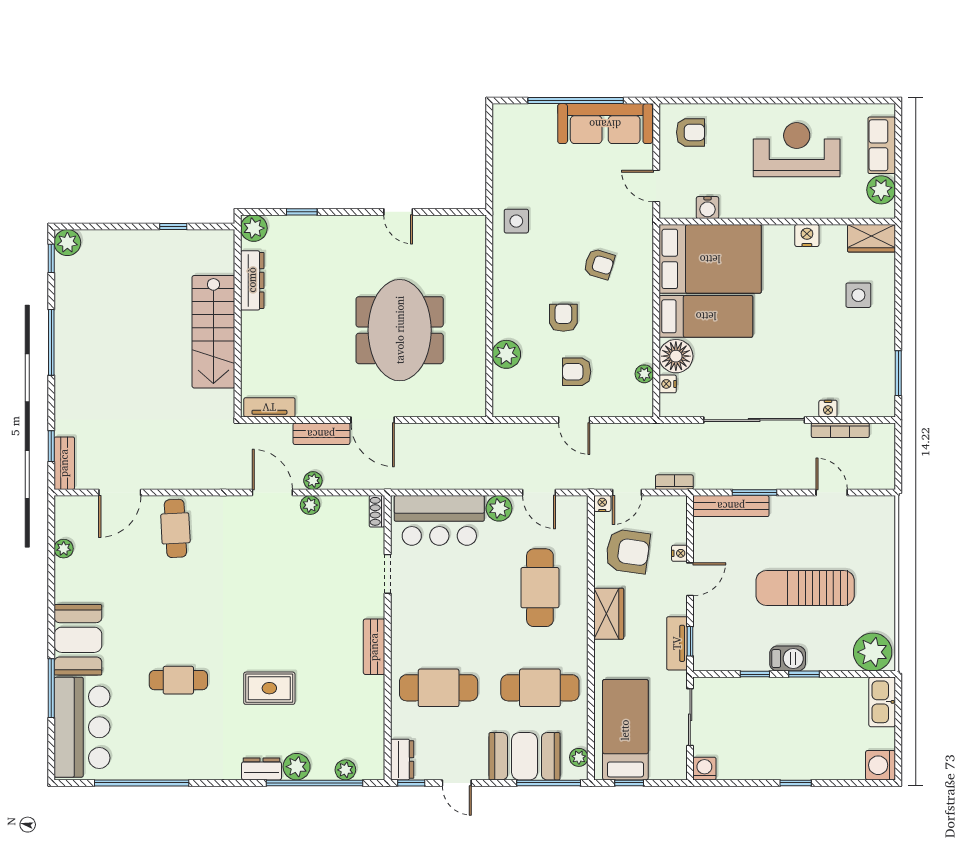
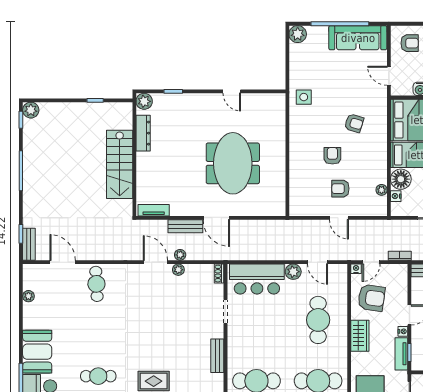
plant: (506, 354) -> (298, 34), moved
door: (120, 493) -> (63, 262), swing flipped
nightstand: (679, 553) -> (403, 331), moved

